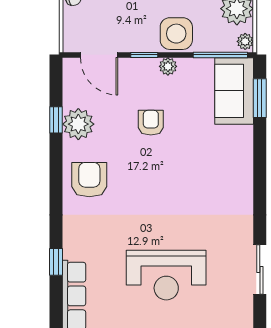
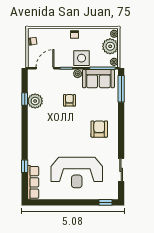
door: (99, 55) -> (45, 68), swing flipped
sofa: (234, 91) -> (98, 79), moved, turned -90
window: (260, 98) -> (121, 89), width x1.44
armchair: (89, 180) -> (99, 129), moved
reception desk: (166, 275) -> (77, 172), width x1.36, depth x1.30

